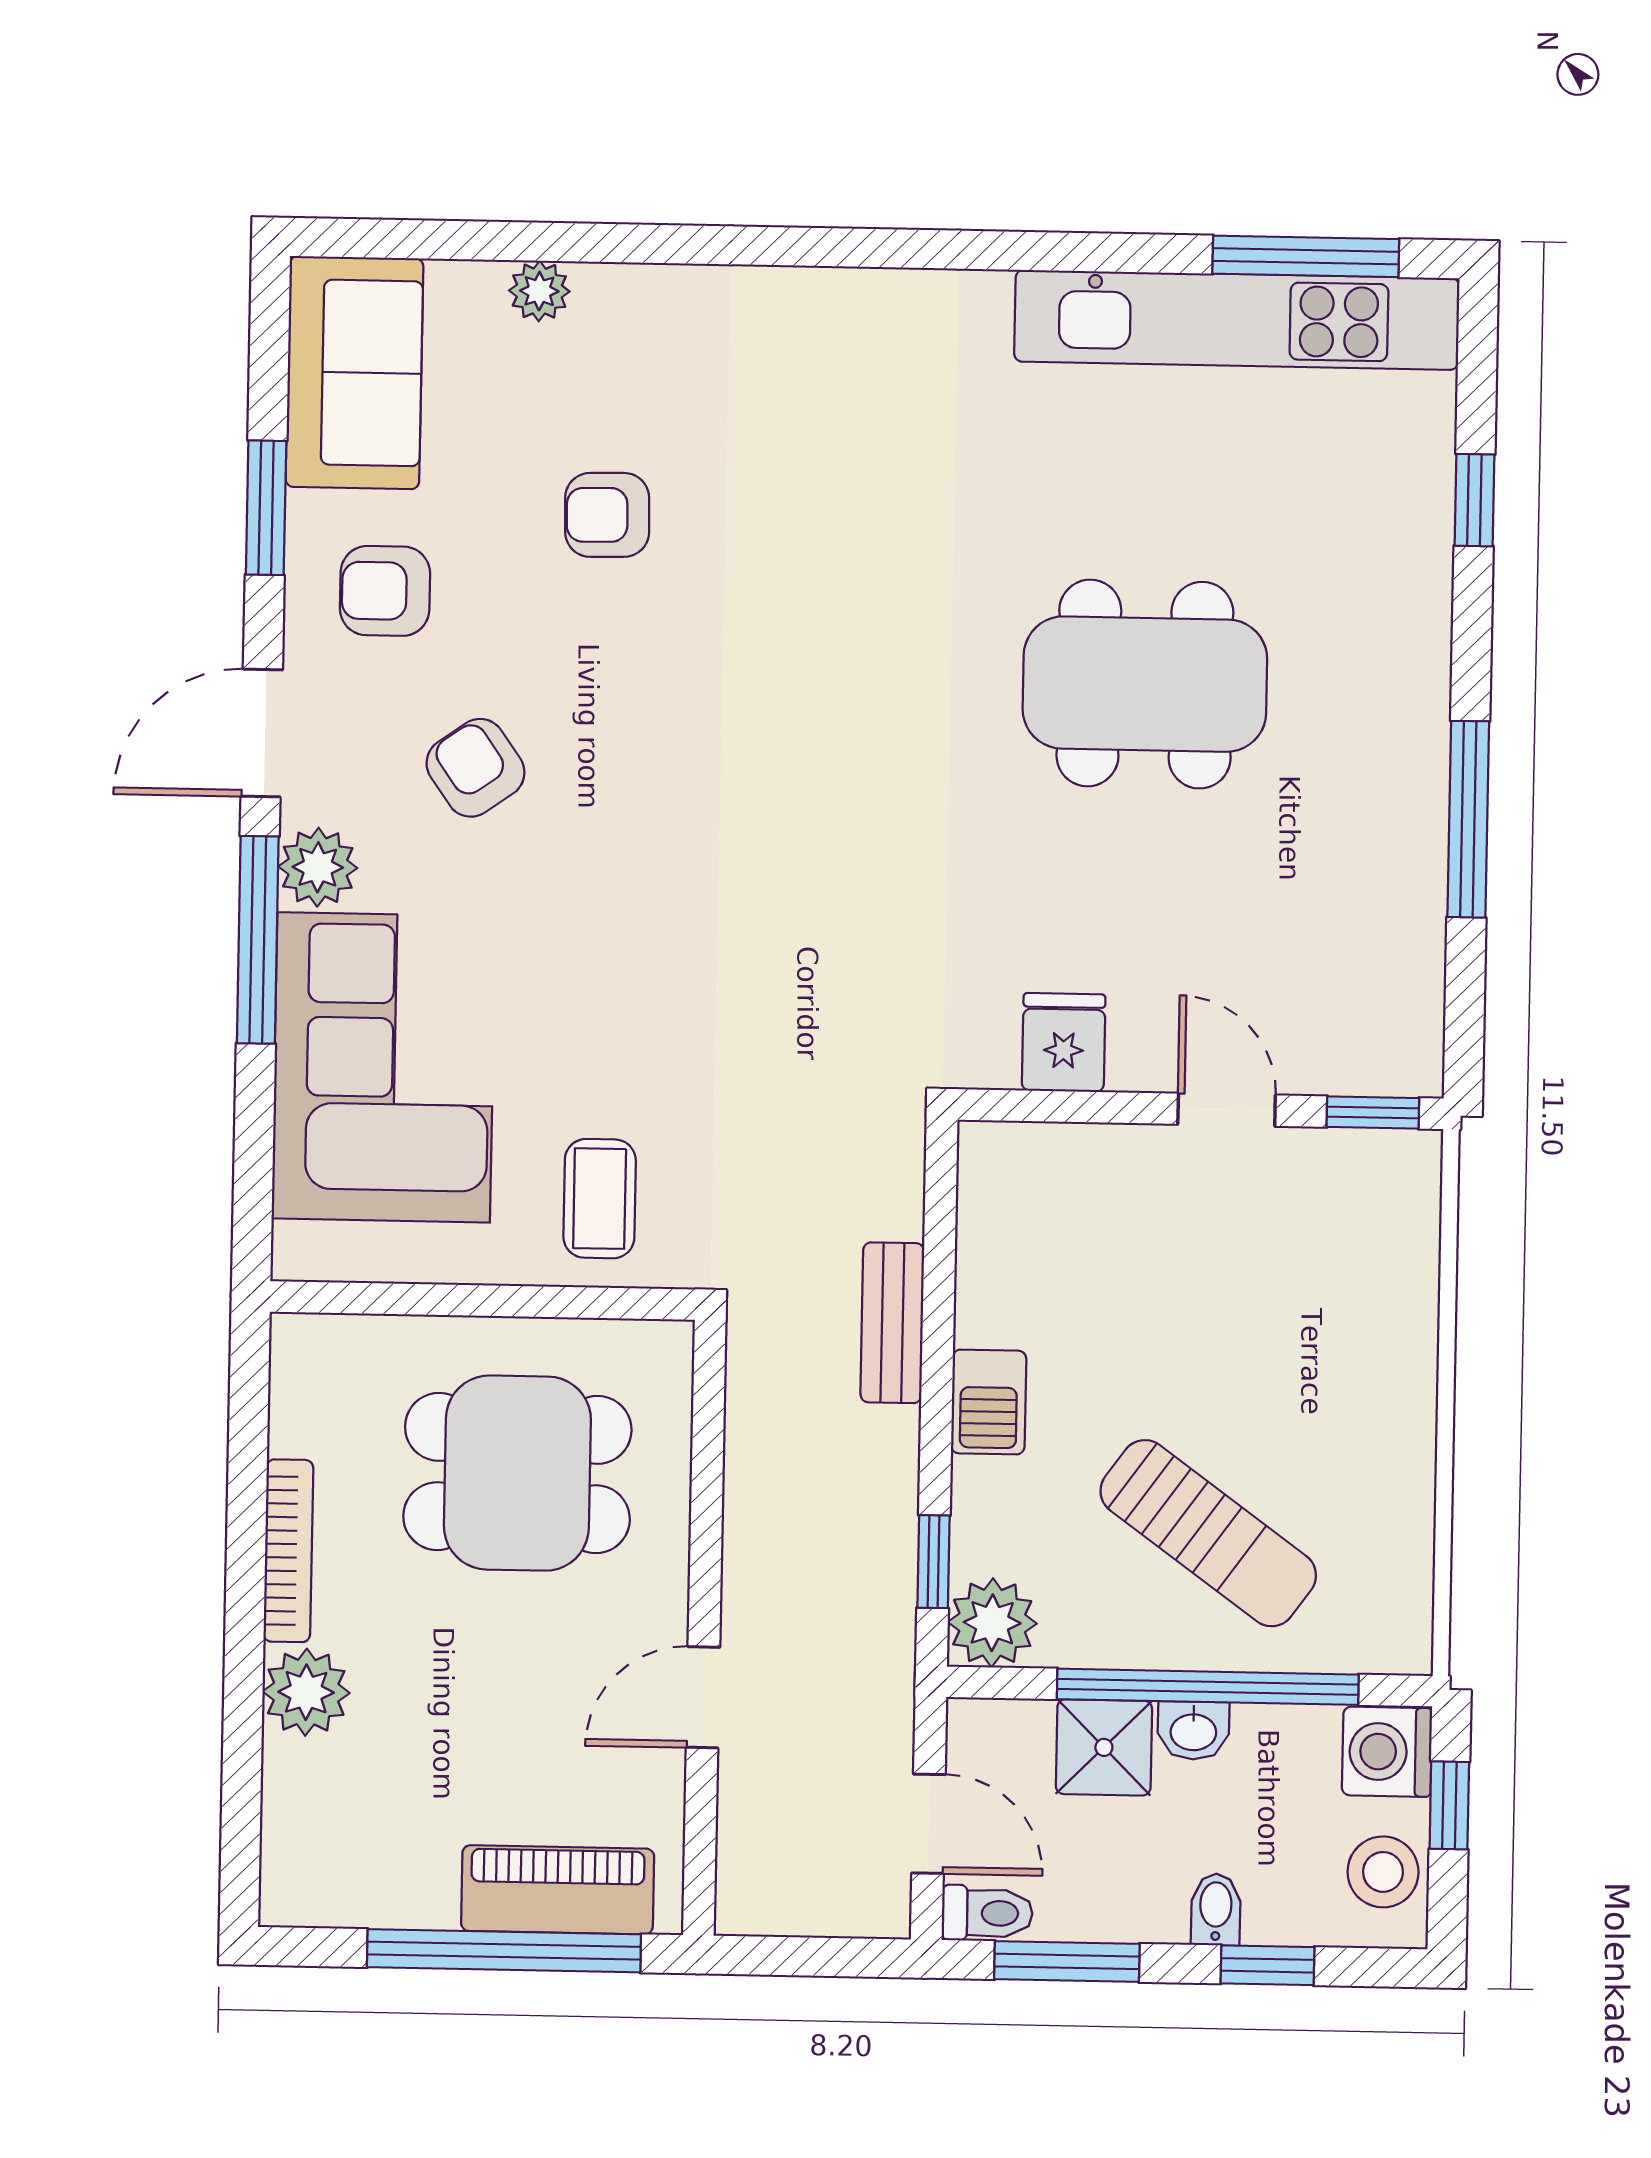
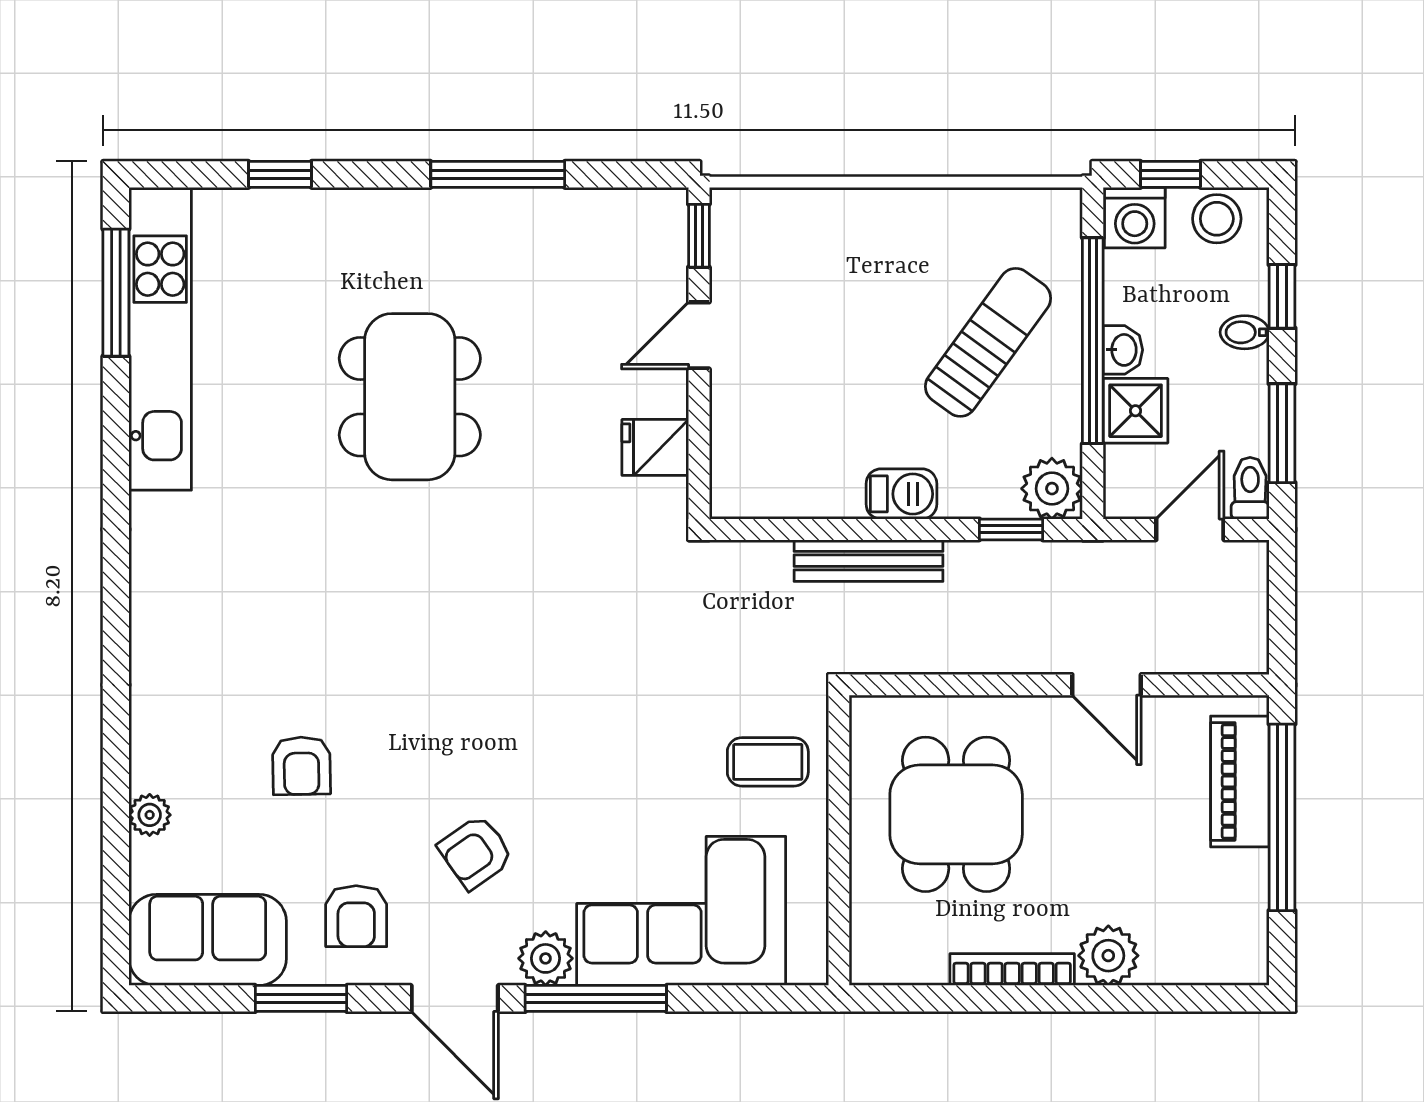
bench: (892, 1323) -> (869, 561), width x1.36

